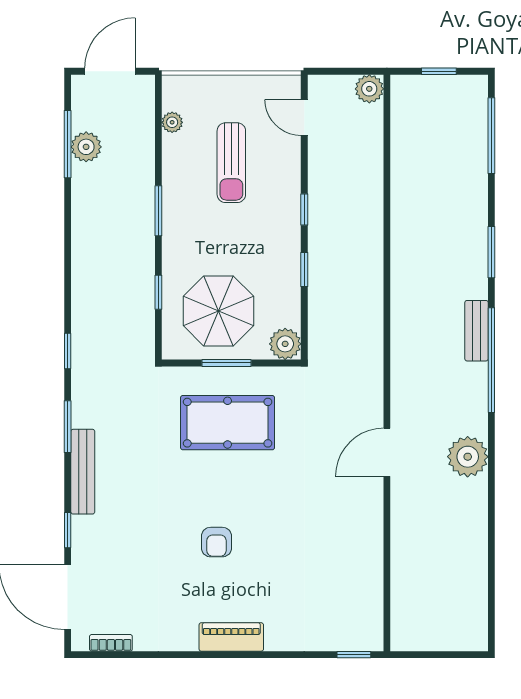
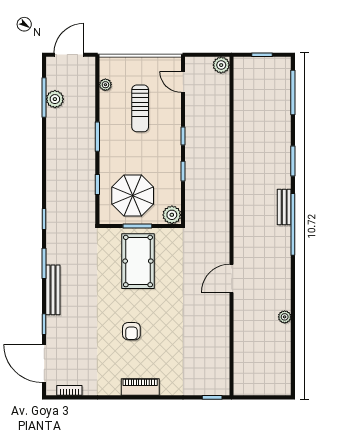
pool table: (228, 423) -> (138, 261), turned 90
plant: (468, 457) -> (285, 317), moved, width x0.53, depth x0.53

